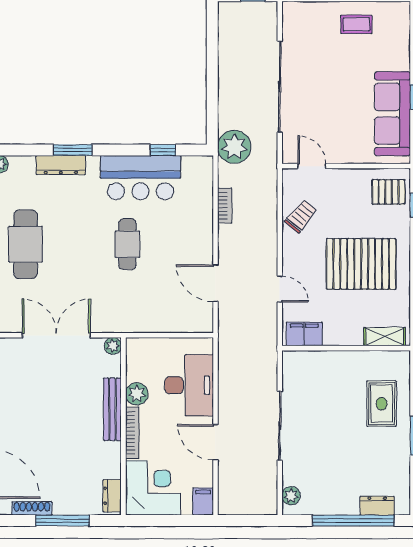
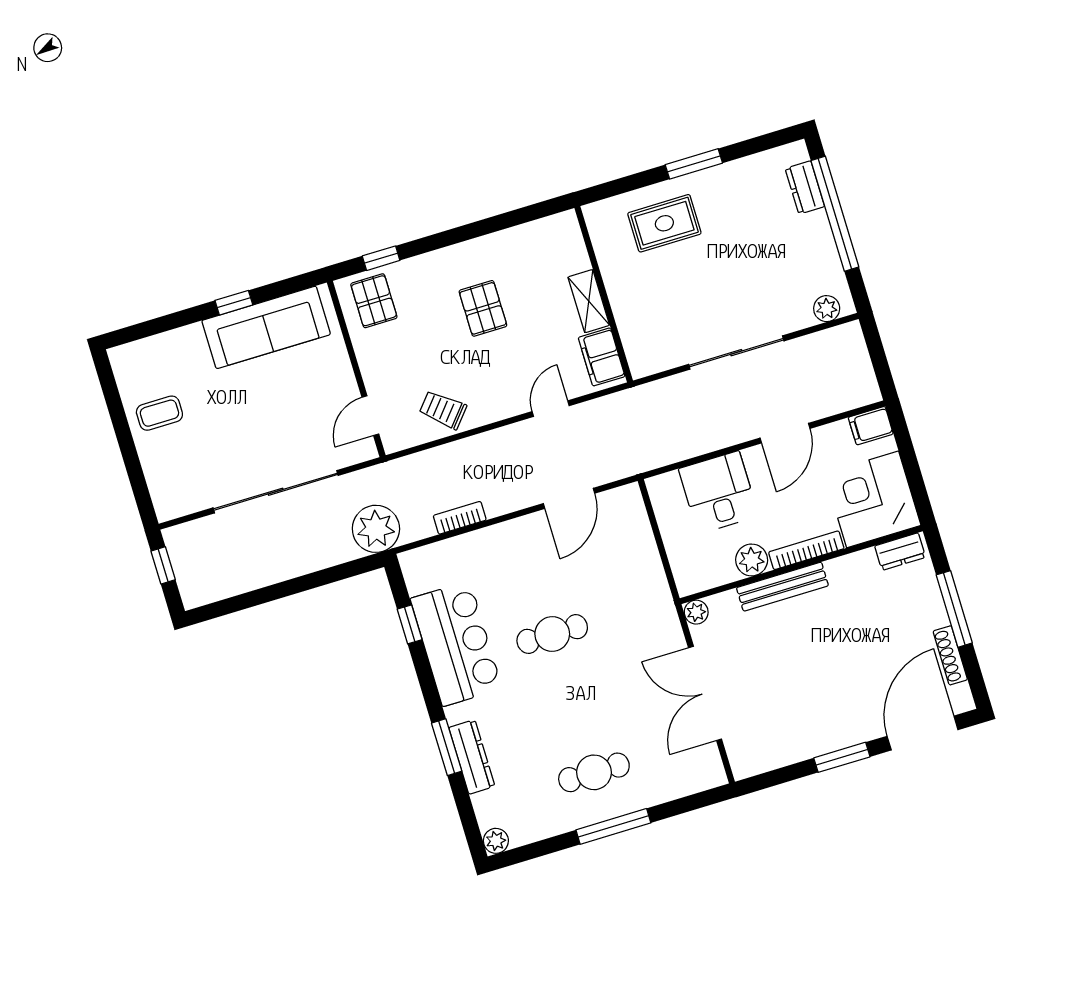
coffee table: (356, 24) -> (159, 413), turned 90
cafe table: (26, 244) -> (594, 772), width x0.73, depth x0.74
pallet: (361, 264) -> (483, 308), width x0.49, depth x0.50
shelving: (385, 337) -> (589, 301), moved
desk: (189, 385) -> (718, 492), width x0.73

